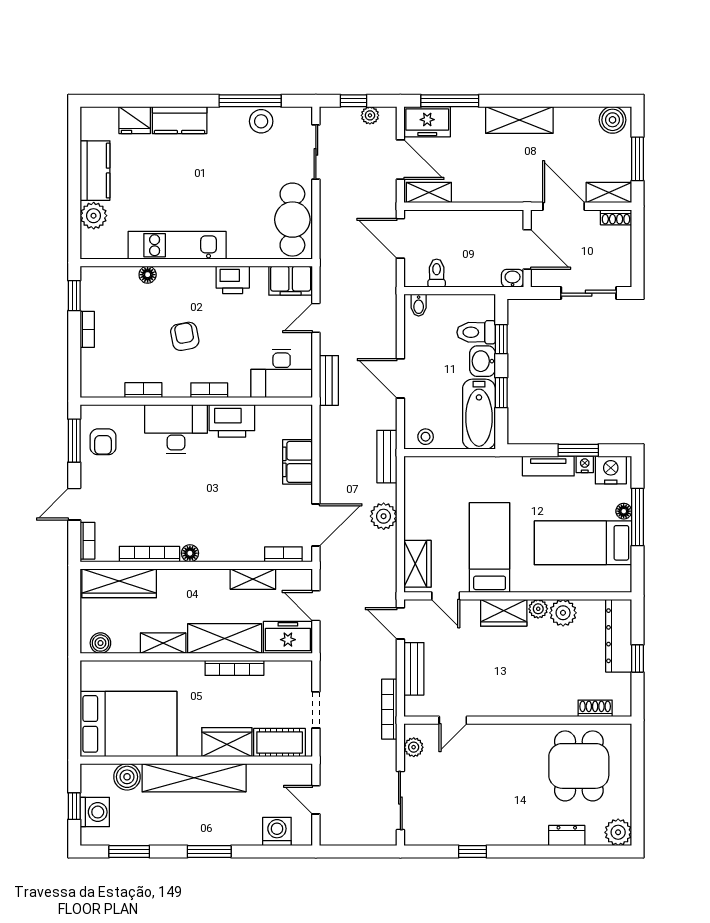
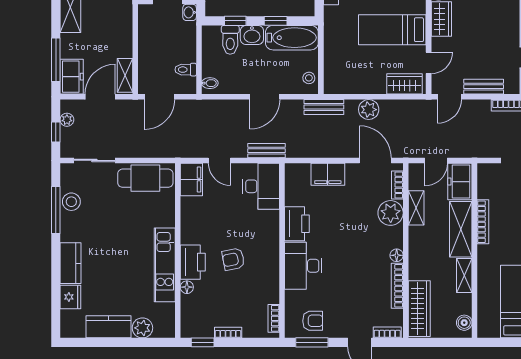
printer: (233, 280) -> (193, 262), moved, width x1.37, depth x1.19
bookcase: (143, 390) -> (274, 318), moved
bookcase: (209, 390) -> (274, 241), removed
plant: (246, 545) -> (391, 213), added

